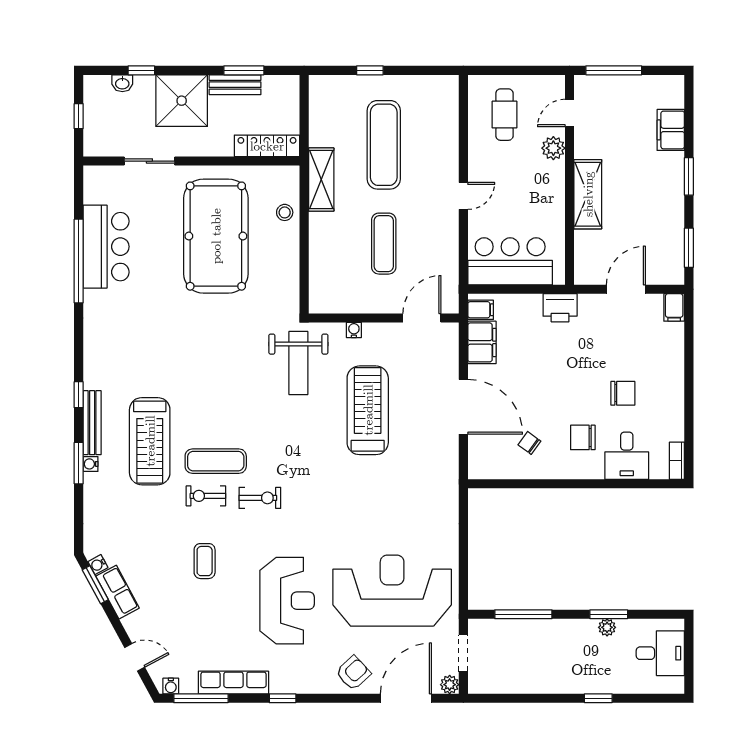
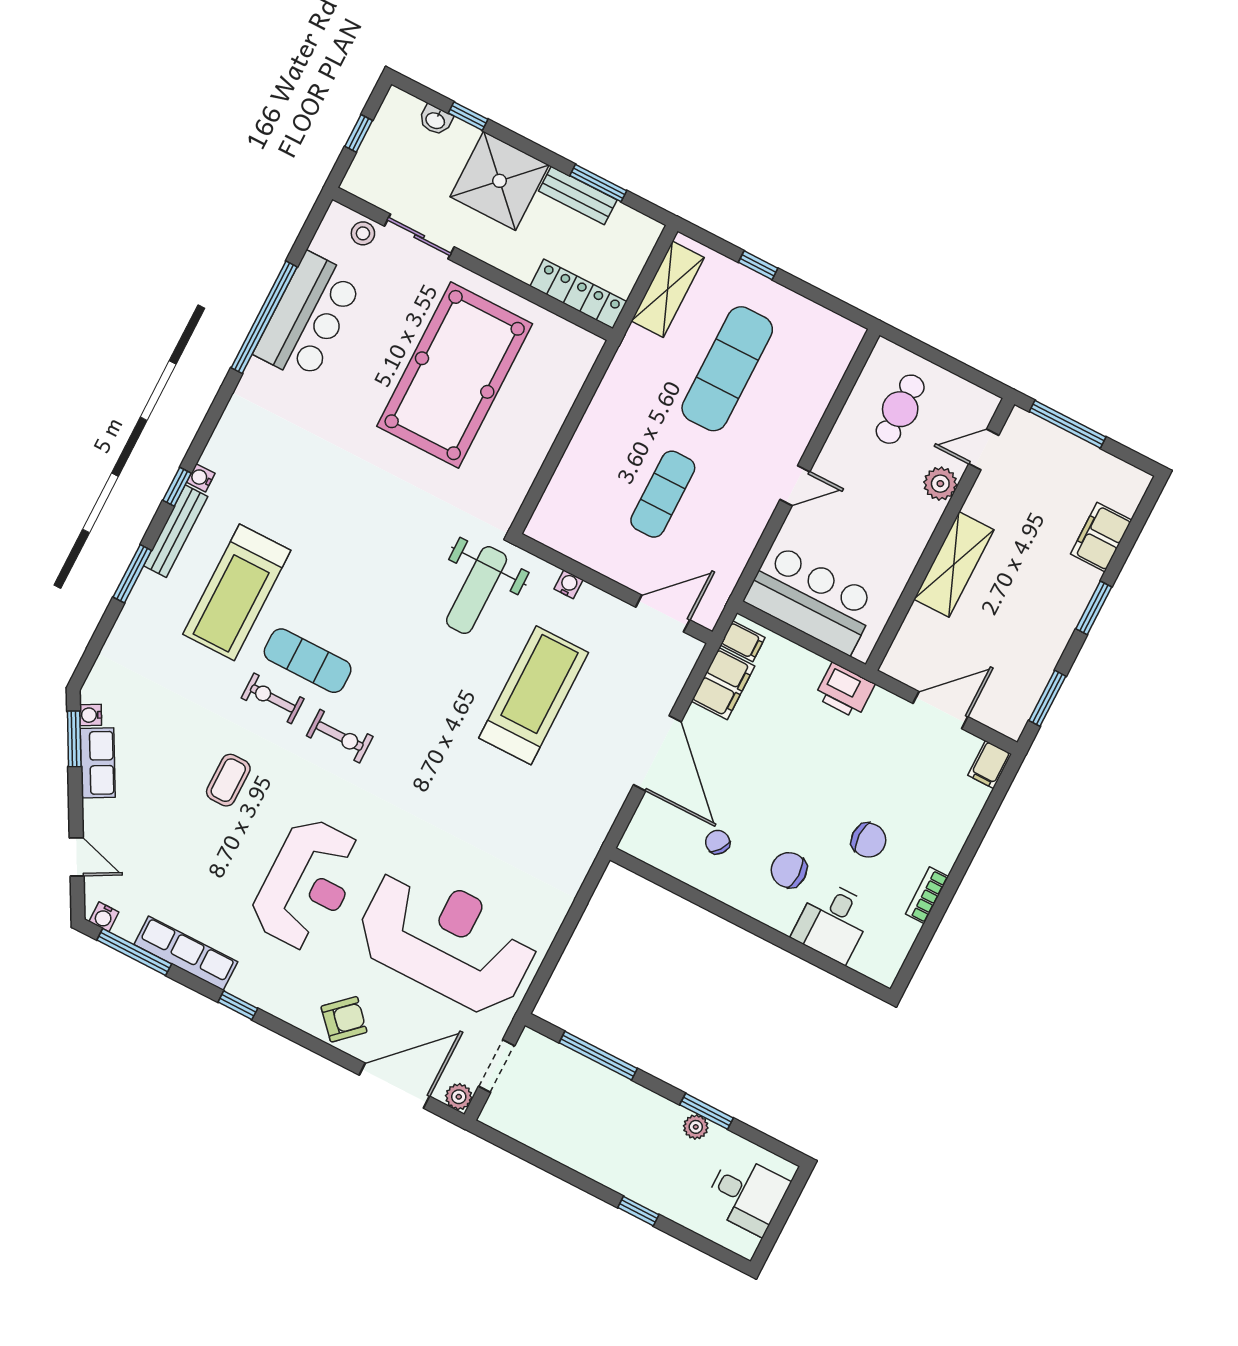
shelving: (321, 180) -> (668, 289), moved
stool: (285, 212) -> (363, 233), moved
bookcase: (677, 461) -> (927, 895), moved
water cooler: (91, 464) -> (201, 478), moved

